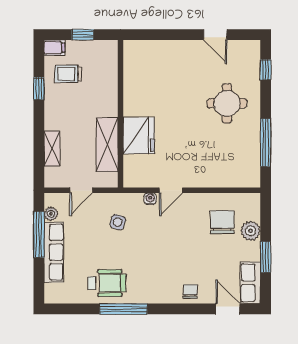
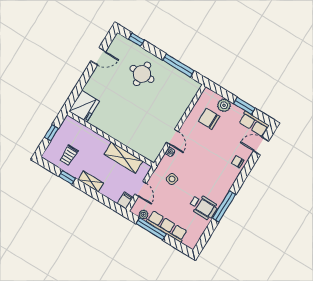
filing cabinet: (54, 48) -> (125, 201), moved
fridge: (139, 136) -> (84, 106), moved, turned 90
shelving: (52, 149) -> (91, 181), moved
wheelchair: (107, 283) -> (203, 207), turned 90

